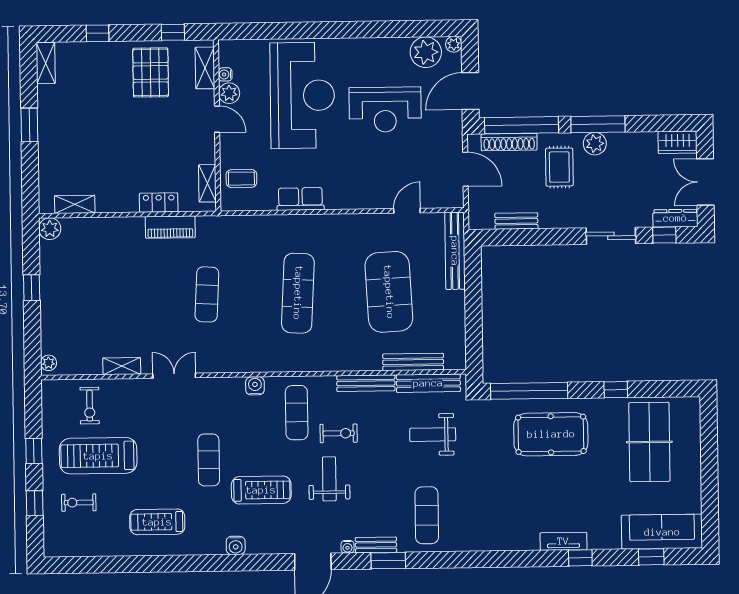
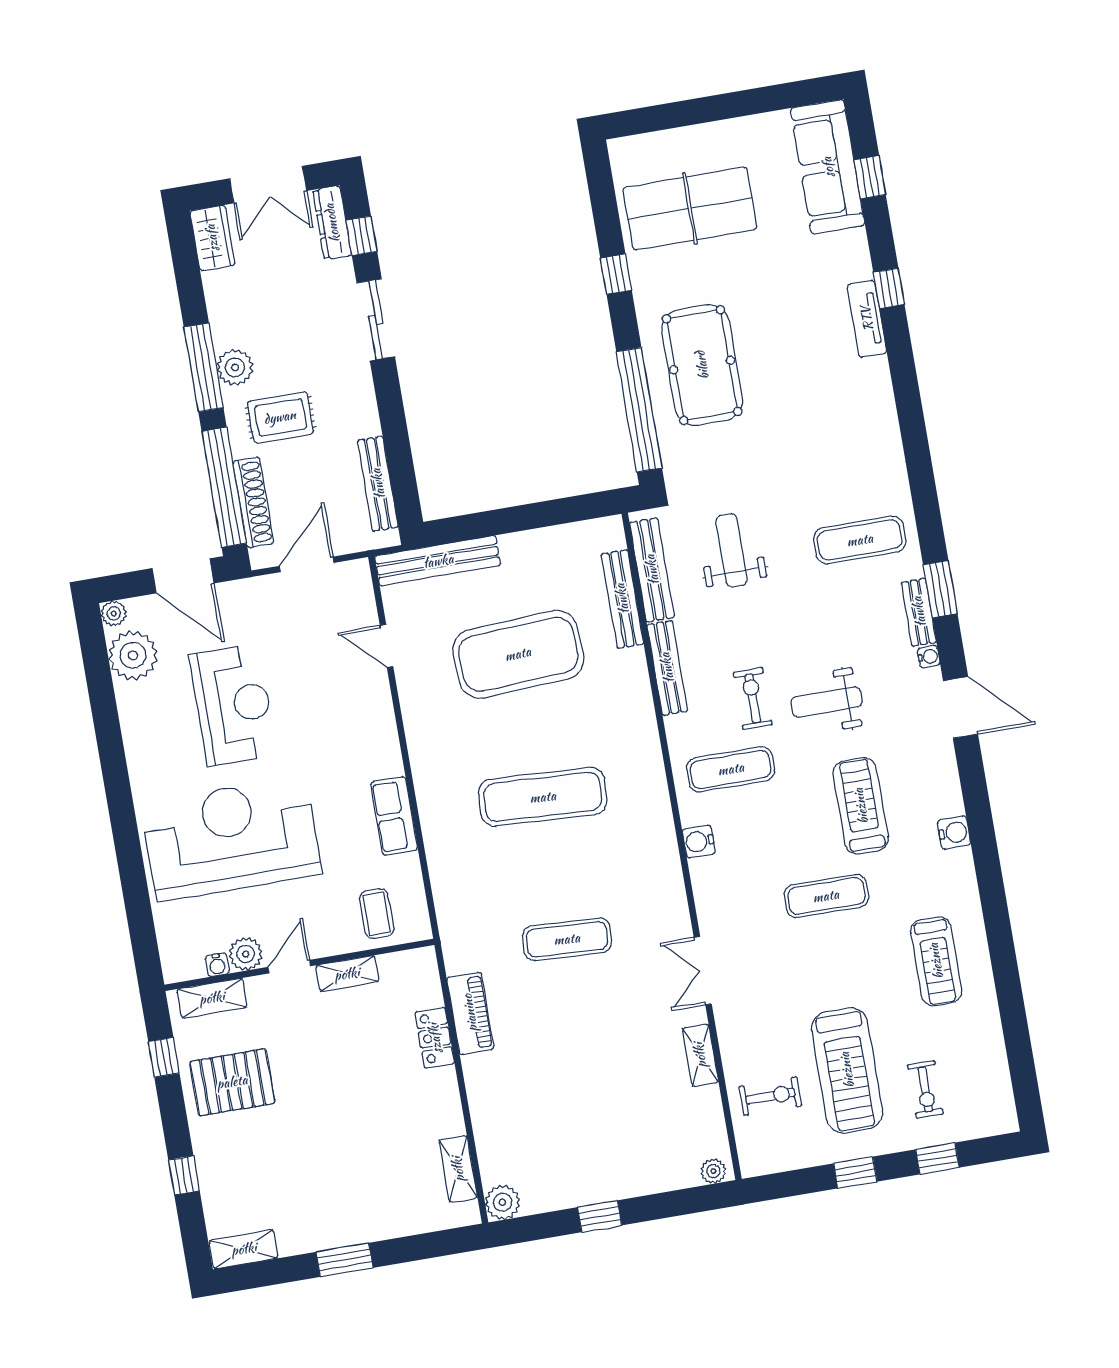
shelving: (207, 183) -> (347, 974), moved
bench: (516, 221) -> (378, 484), width x1.36
weight bench: (433, 435) -> (732, 550), turned 180

